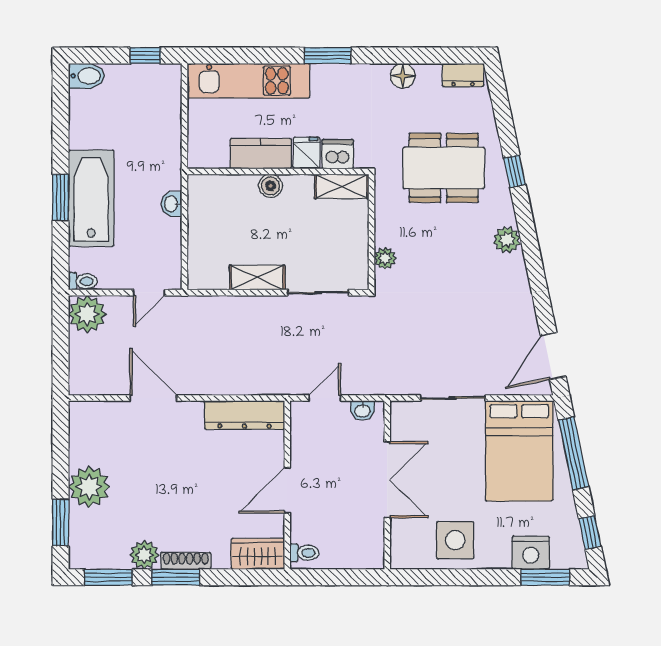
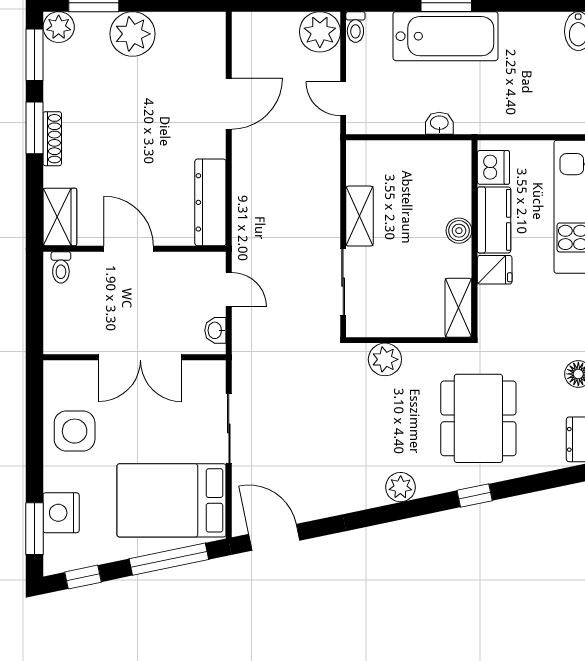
dishwasher: (338, 154) -> (493, 167), moved
plant: (385, 258) -> (385, 359), width x1.38, depth x1.38
plant: (144, 555) -> (59, 27), moved

